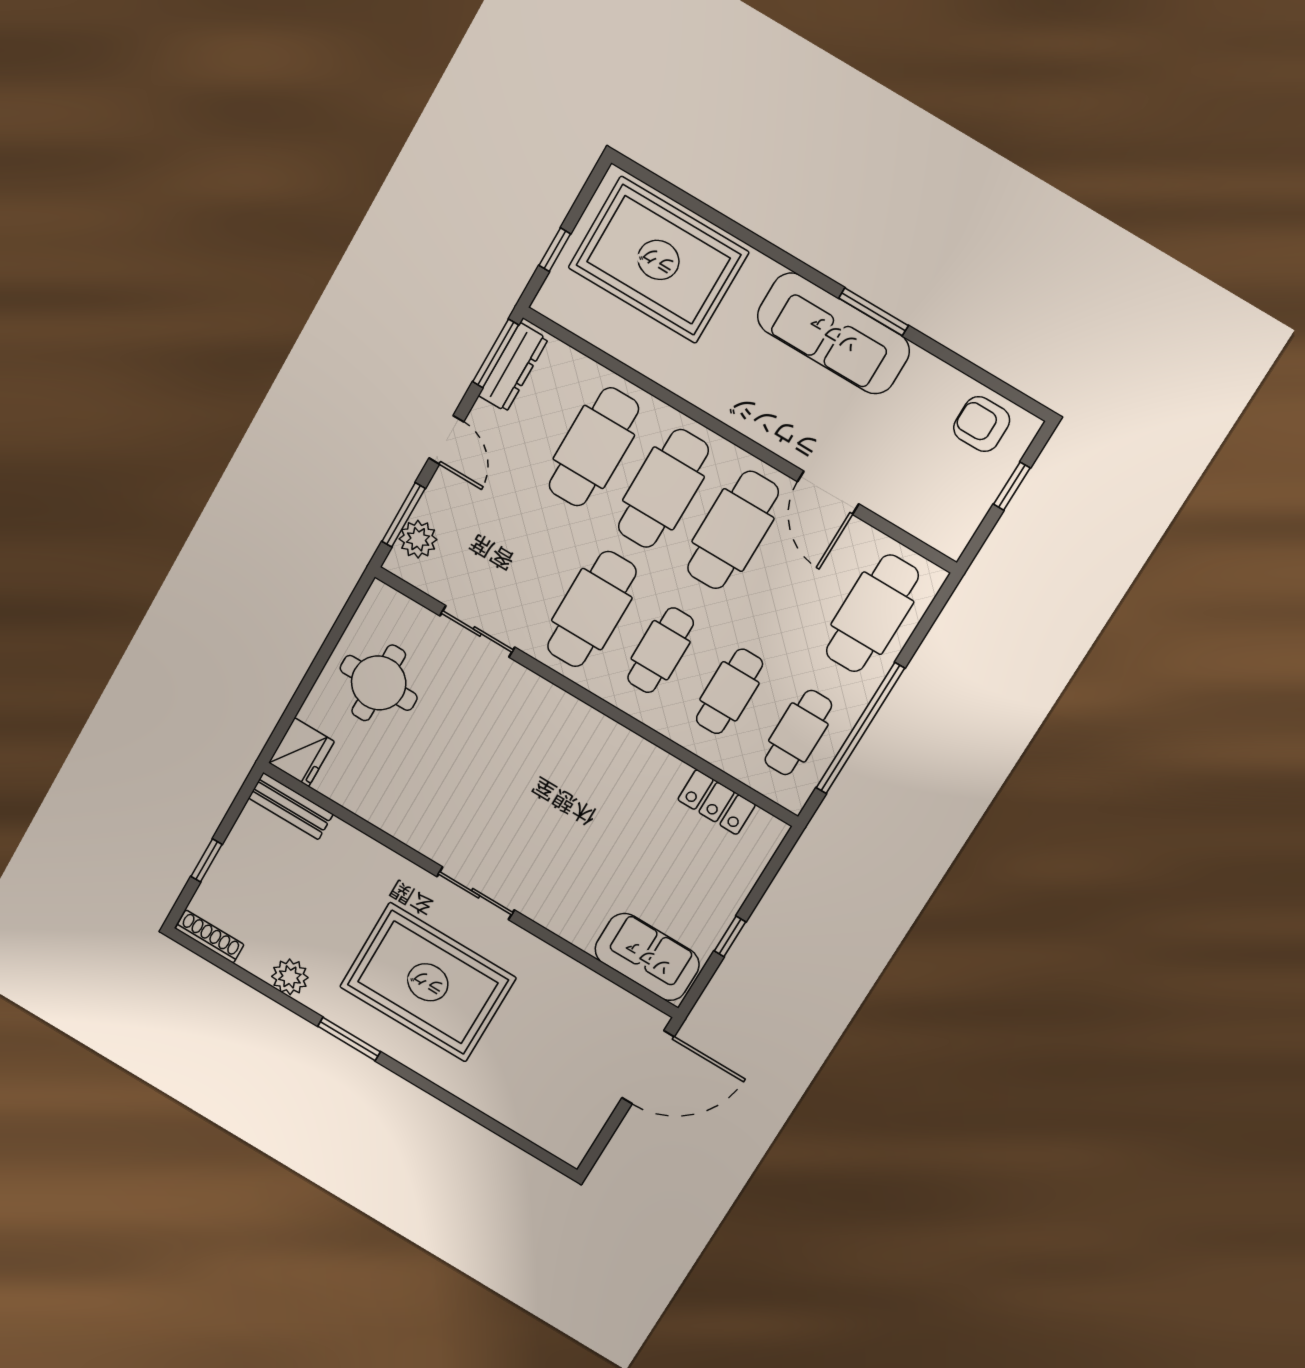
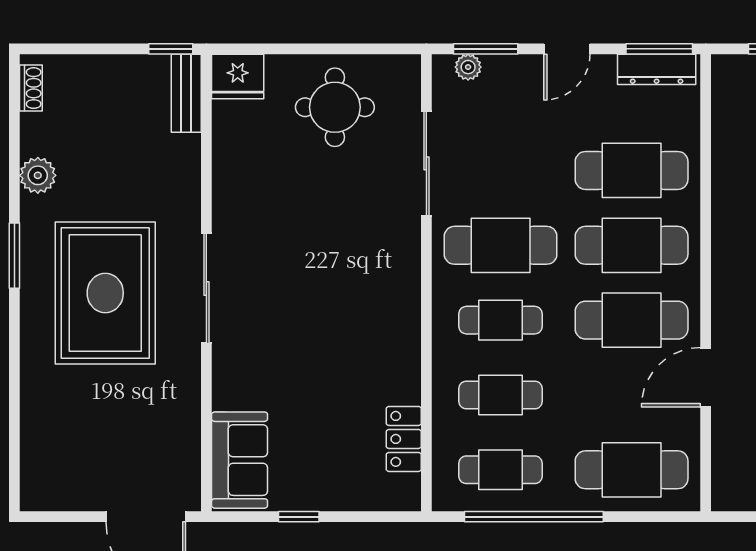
plant: (418, 539) -> (468, 67), width x0.73, depth x0.73
sliding door: (477, 631) -> (426, 163), width x1.37
window: (207, 860) -> (171, 49), moved
sliding door: (476, 893) -> (206, 288), width x1.37
shoe rack: (210, 937) -> (31, 88), width x0.70

